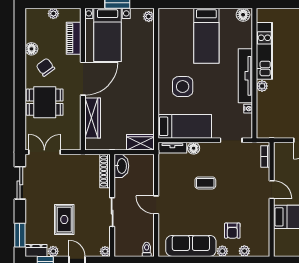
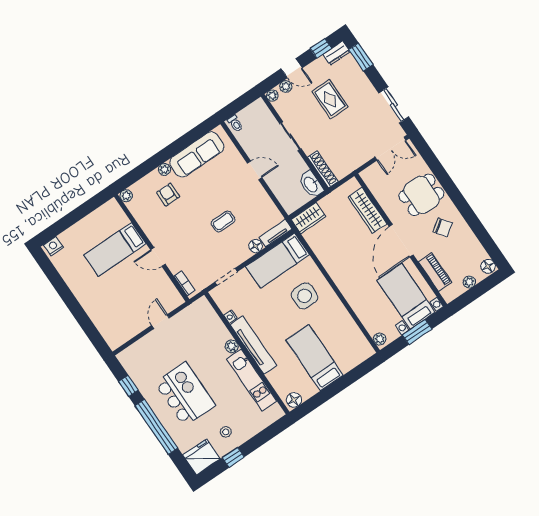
floor lamp: (31, 49) -> (488, 266), moved
plant: (53, 251) -> (286, 86), moved
plant: (244, 251) -> (126, 196), moved

